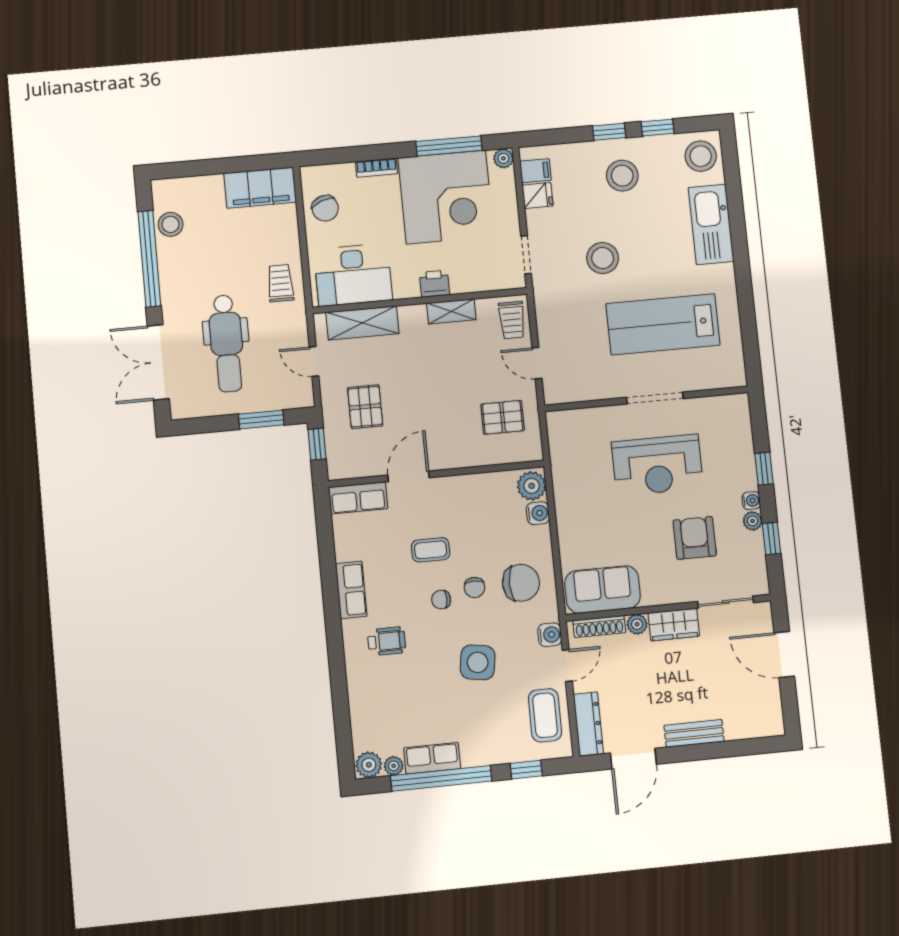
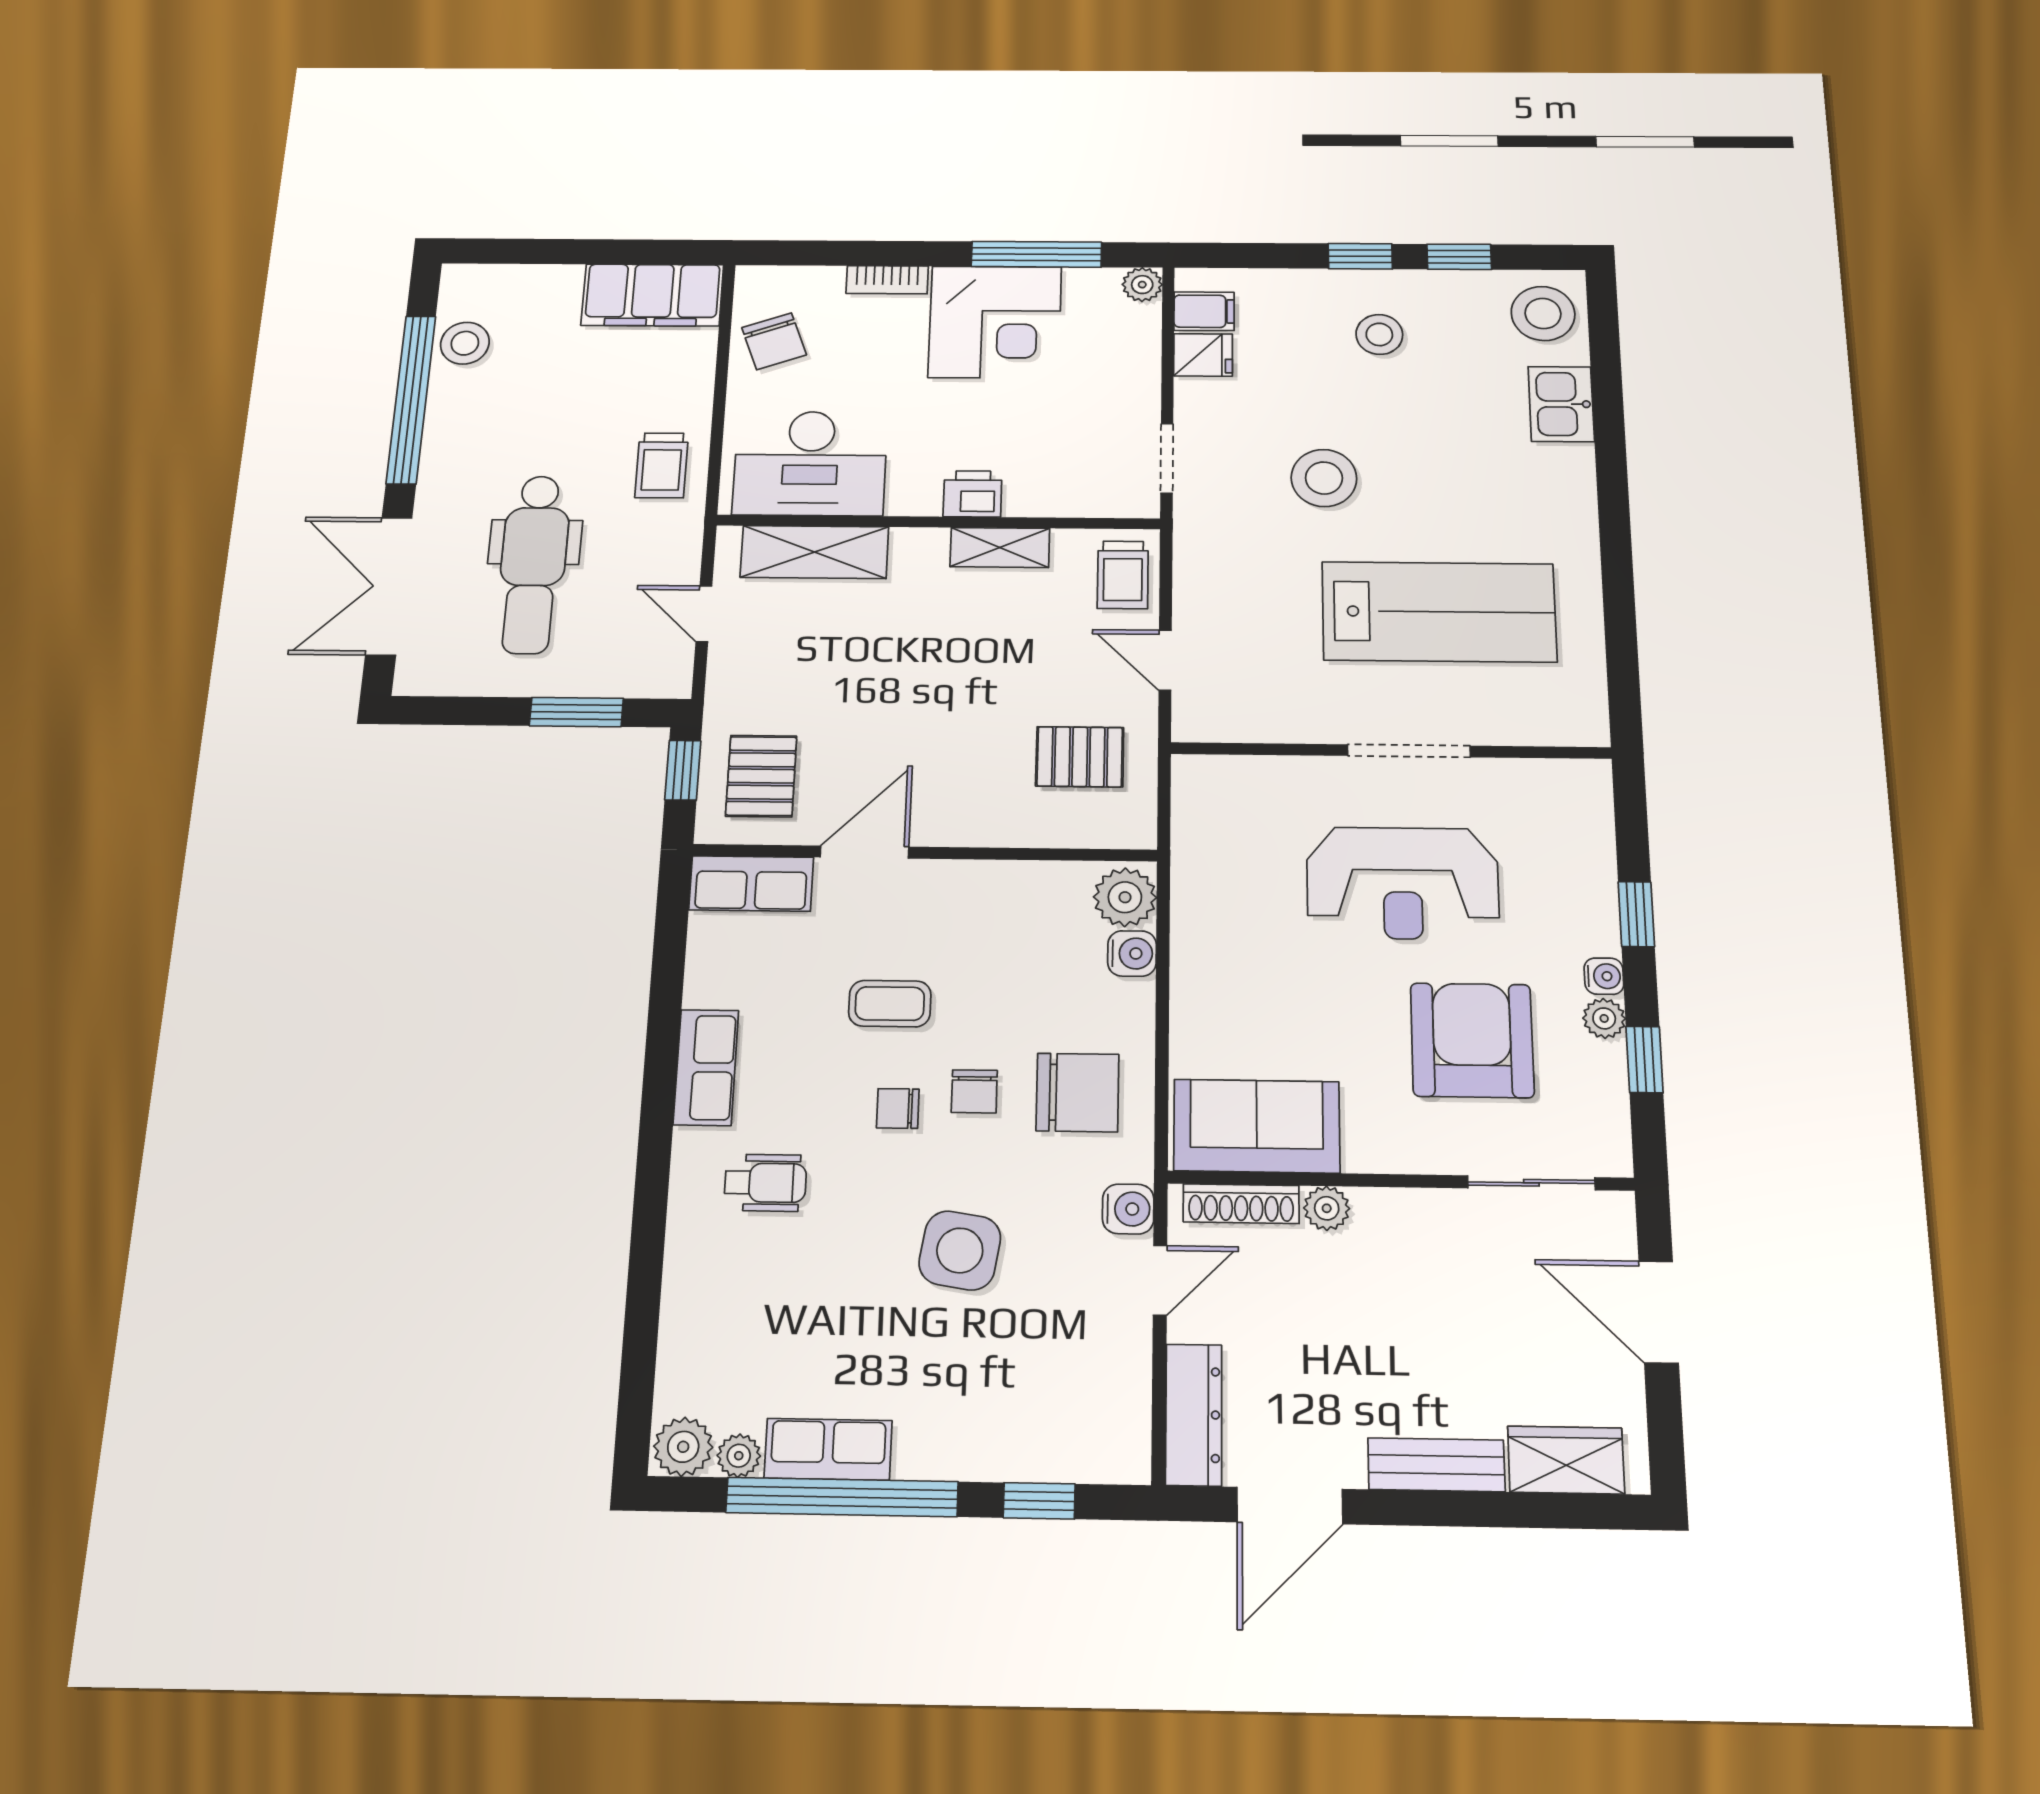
stool: (622, 176) -> (1379, 334), width x0.73, depth x0.73
corner desk: (446, 197) -> (995, 322), width x0.74, depth x0.74
kitchen sink: (711, 224) -> (1561, 404), width x0.53, depth x0.81
trolley: (280, 283) -> (662, 465), turned 180
lab bench: (663, 324) -> (1439, 612), turned 180
pallet: (365, 407) -> (761, 776), moved
armchair: (695, 538) -> (1472, 1040), width x1.36, depth x1.36
wardrobe: (674, 625) -> (1566, 1460), moved, turned 180
coffee table: (545, 715) -> (1097, 1384), removed

